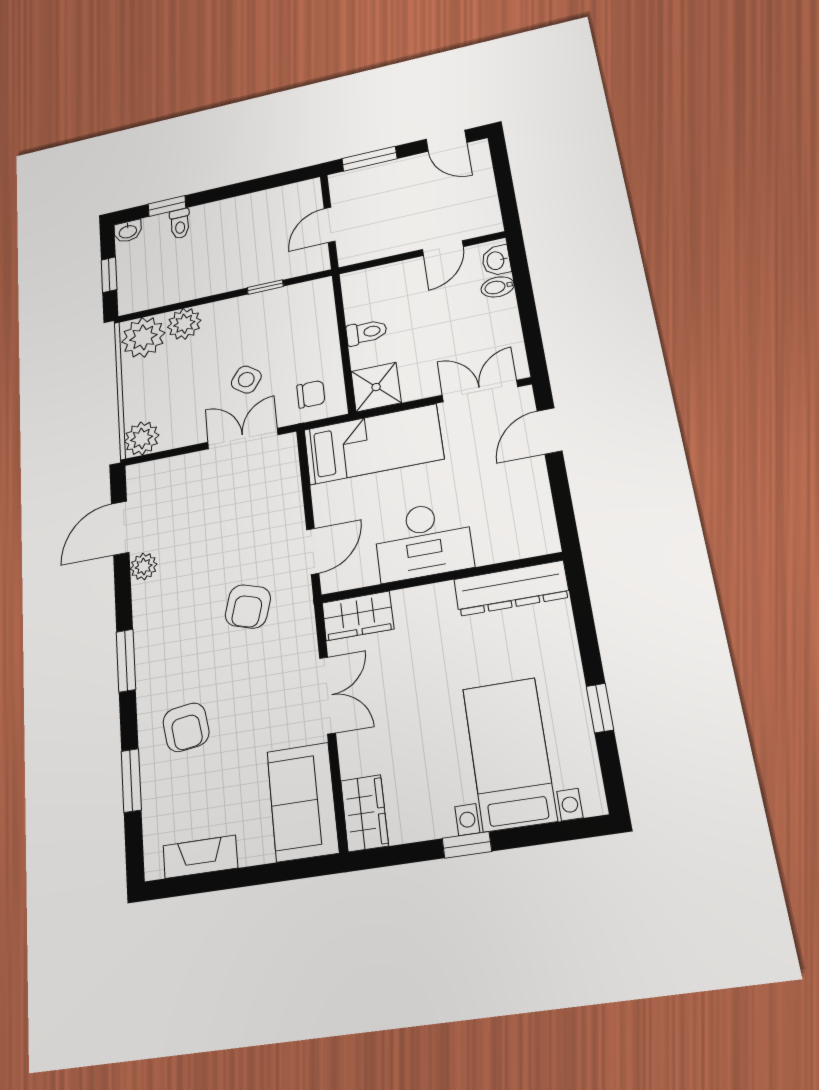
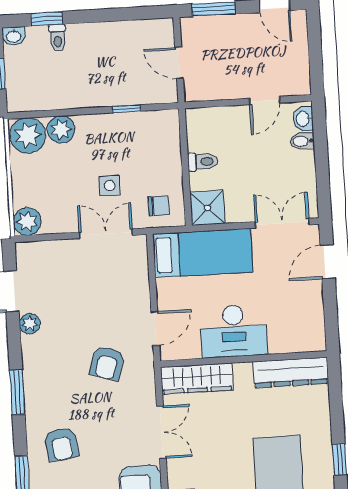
door: (330, 225) -> (179, 63), hinge flipped
side table: (246, 380) -> (110, 186), turned -36
wardrobe: (358, 616) -> (197, 379), width x1.50

